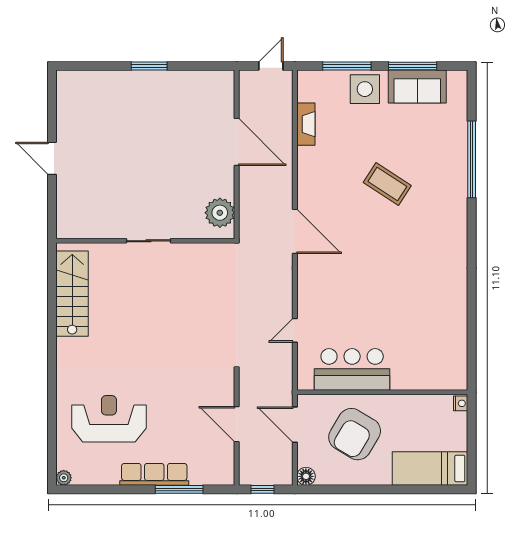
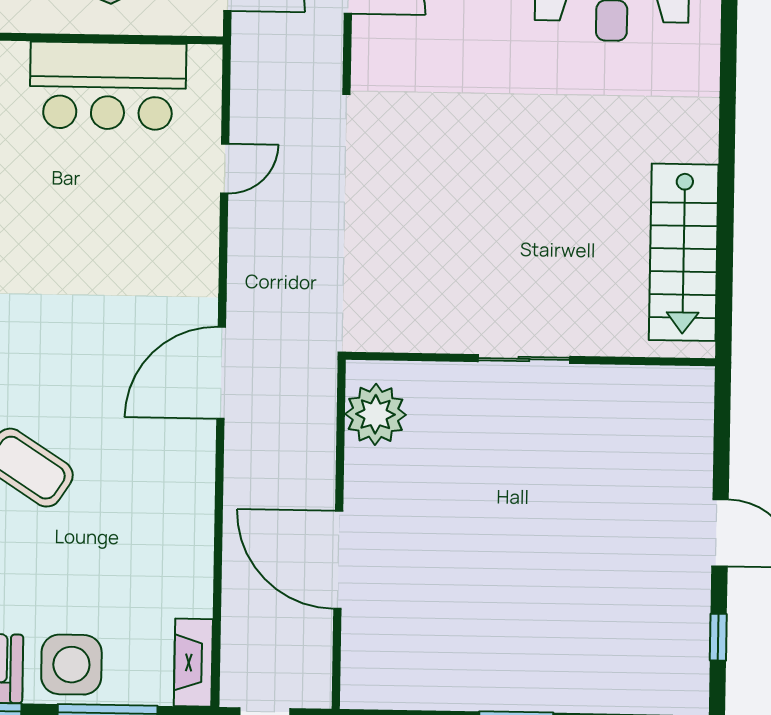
window: (52, 108) -> (718, 637), added
fireplace: (306, 124) -> (193, 663), moved
door: (295, 231) -> (221, 373), hinge flipped

